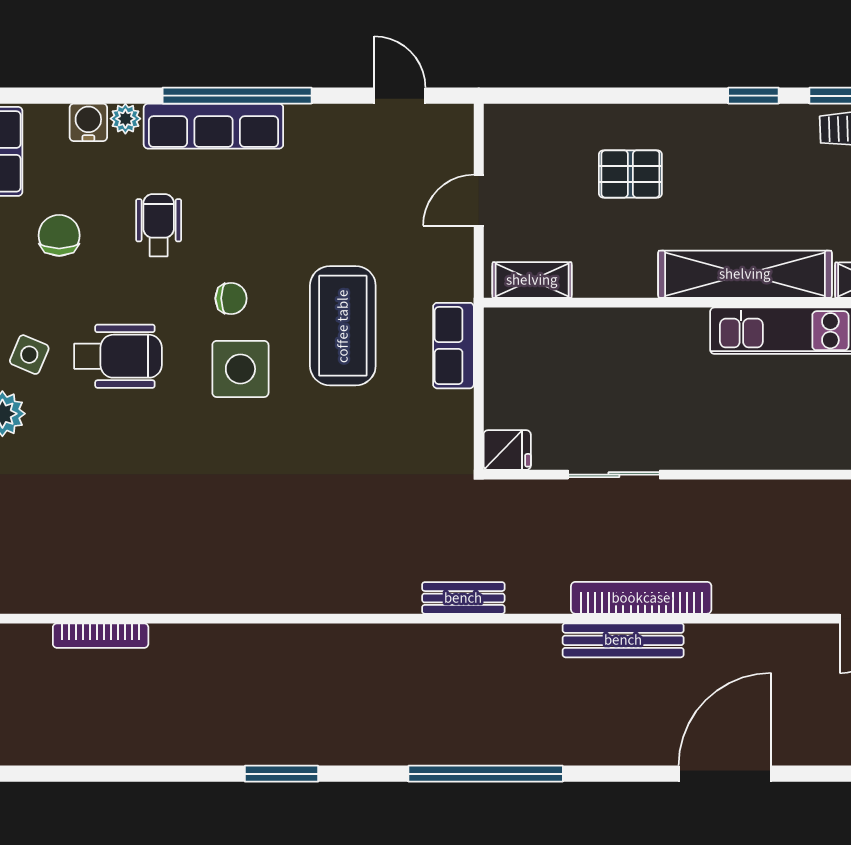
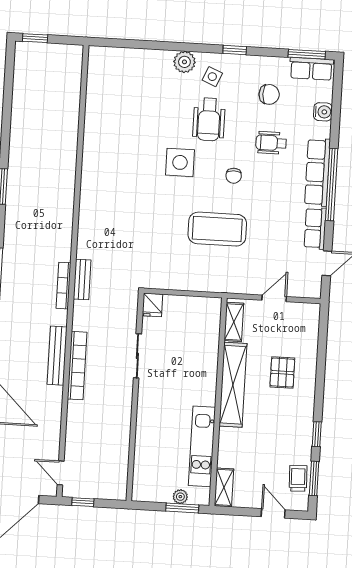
plant: (125, 119) -> (324, 130), removed
door: (479, 200) -> (274, 298), hinge flipped
wheelchair: (159, 225) -> (271, 143), turned 180
shelving: (745, 274) -> (233, 385), moved
row of seats: (453, 346) -> (315, 228), moved, turned -90
side table: (240, 369) -> (180, 162), moved
bookcase: (101, 636) -> (63, 286), moved

